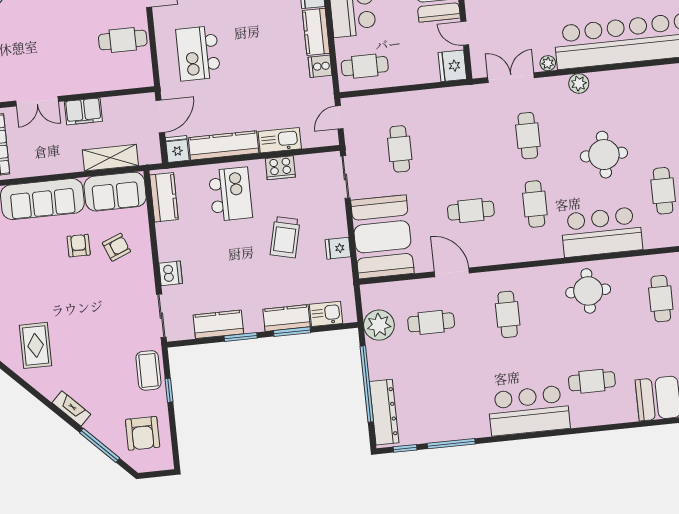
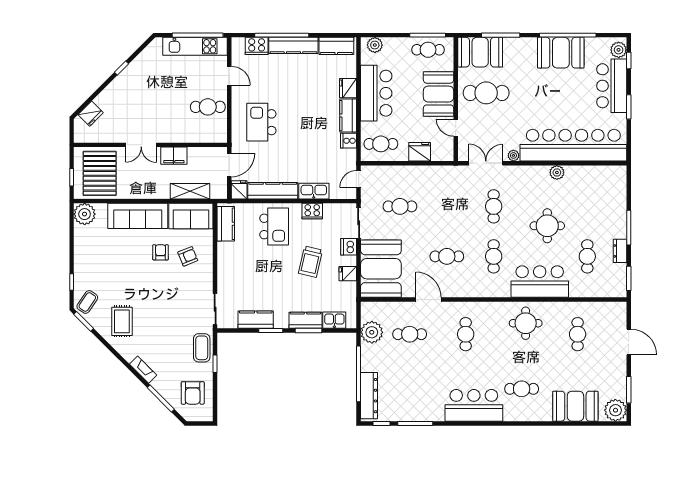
fridge: (452, 66) -> (420, 152), moved, turned 90
plant: (579, 83) -> (557, 172), moved
cafe table: (400, 149) -> (400, 206), turned 90
dishwasher: (171, 273) -> (349, 247), moved, turned 180

